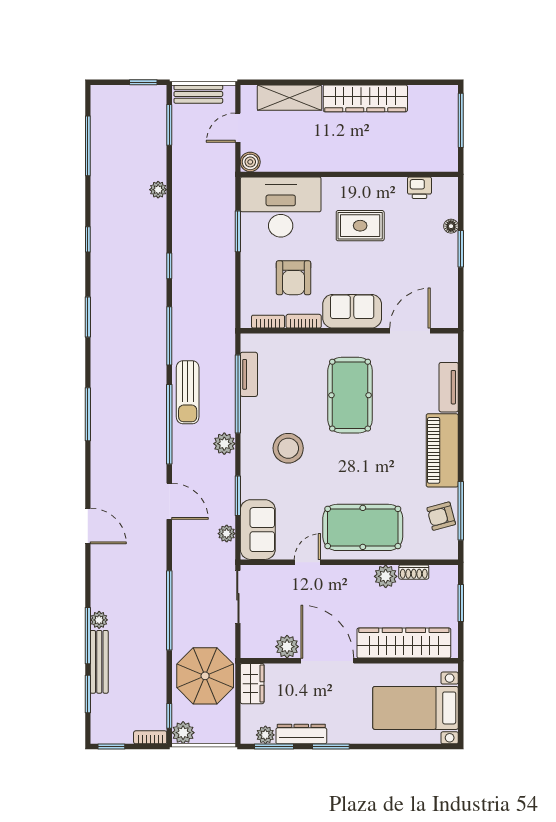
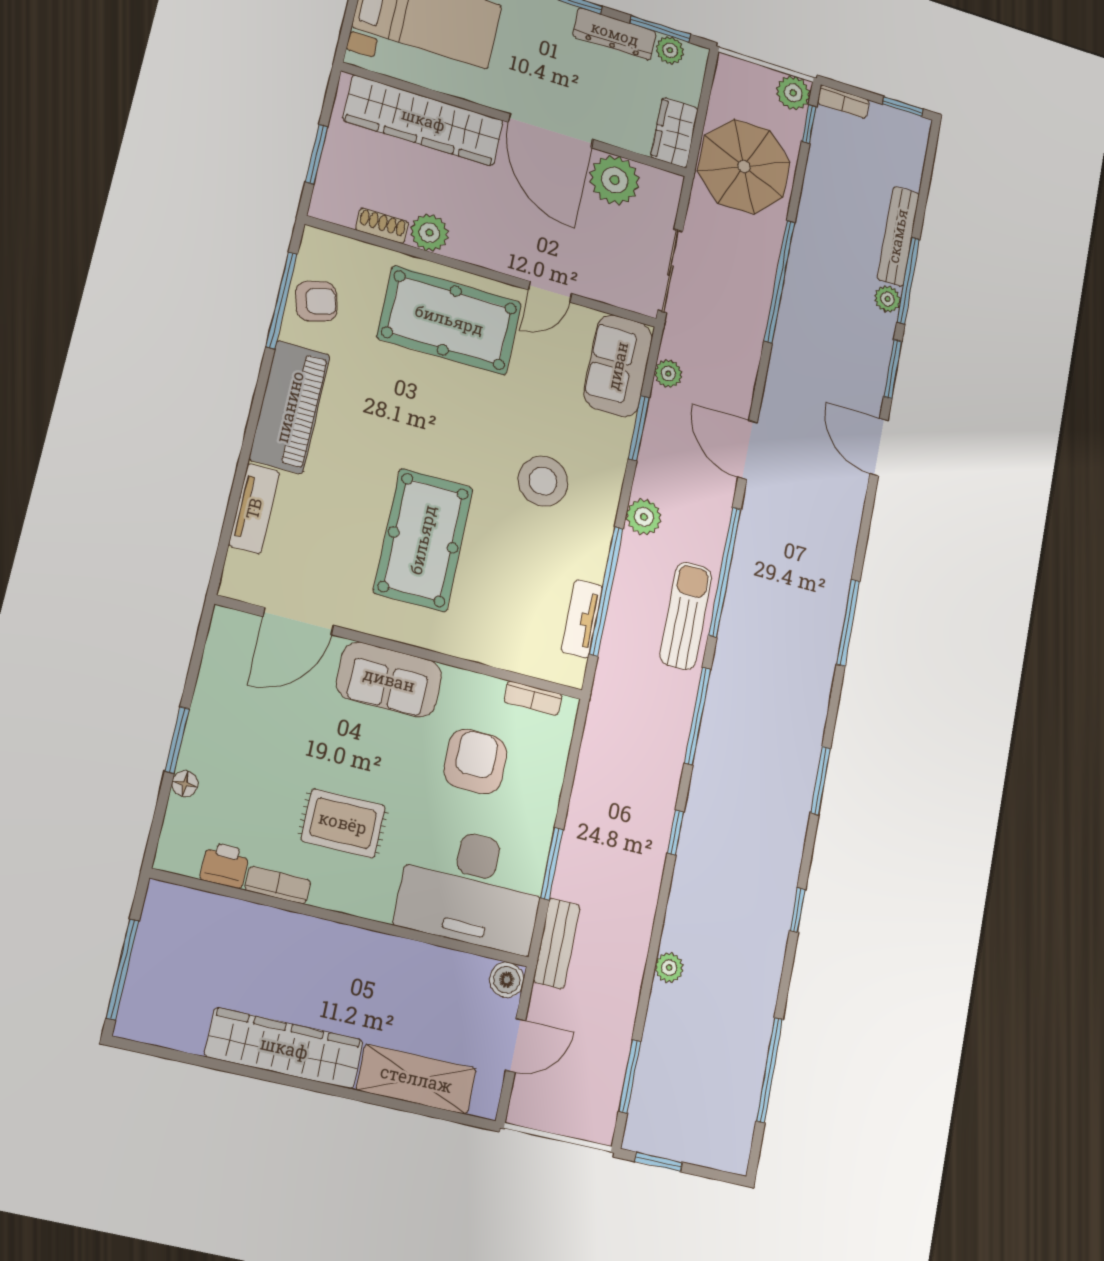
bench: (198, 94) -> (557, 943), moved, turned 90
bookcase: (304, 321) -> (278, 885), moved, turned 180
plant: (287, 647) -> (615, 180), width x1.36, depth x1.36
window: (88, 694) -> (893, 369), moved

